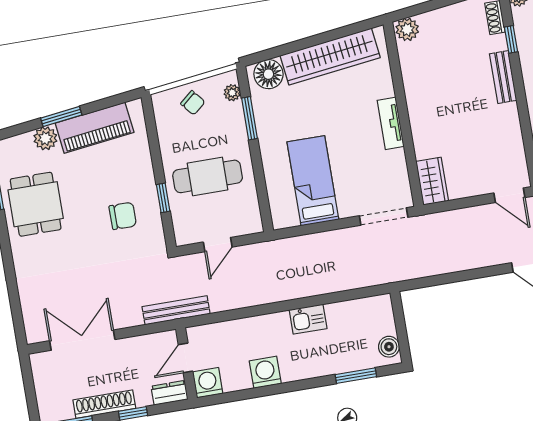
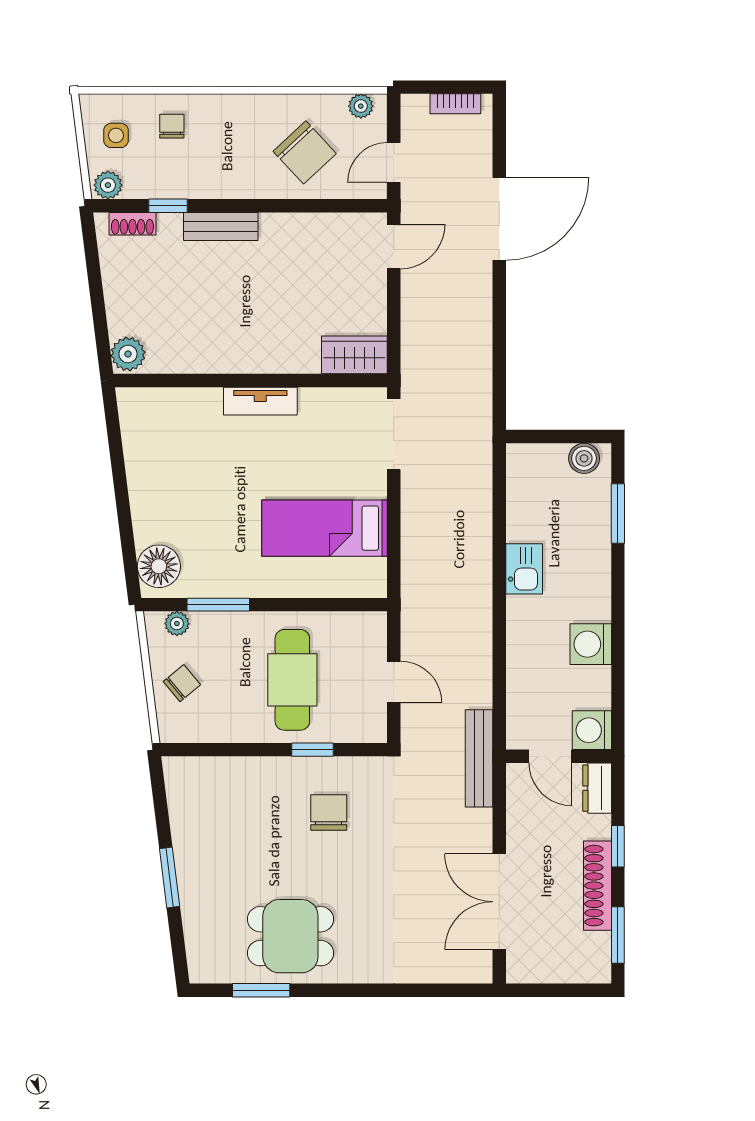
wardrobe: (330, 57) -> (148, 472), removed
piano: (95, 128) -> (194, 832), removed
plant: (45, 138) -> (197, 906), removed

